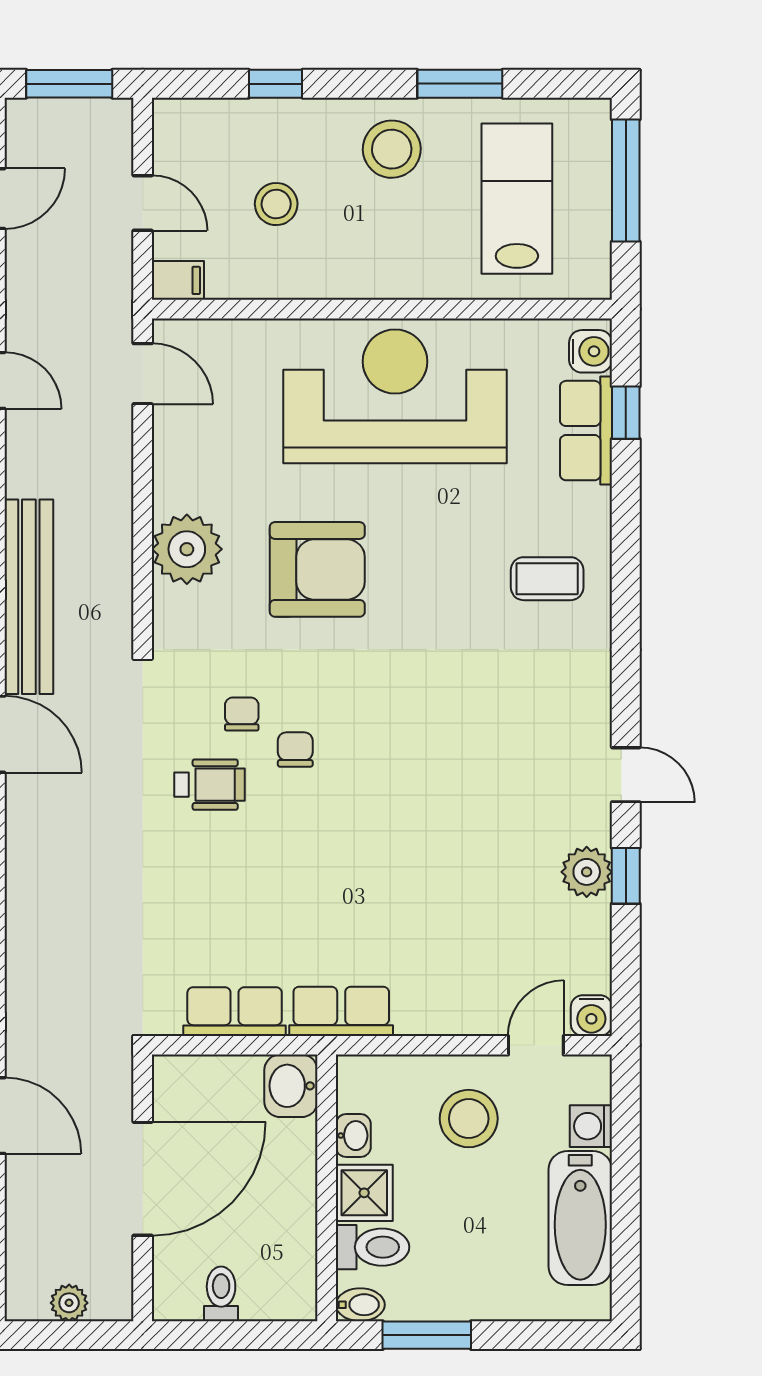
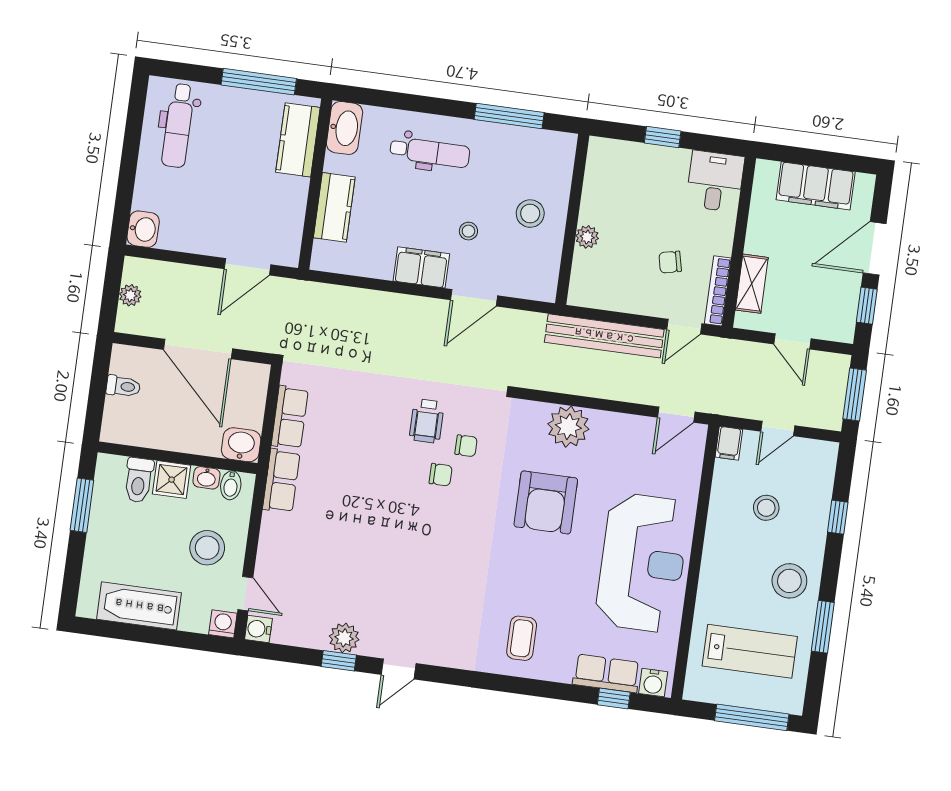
bench: (29, 597) -> (604, 336), moved
washing machine: (591, 1126) -> (223, 624), moved
bidet: (360, 1305) -> (231, 485), moved

